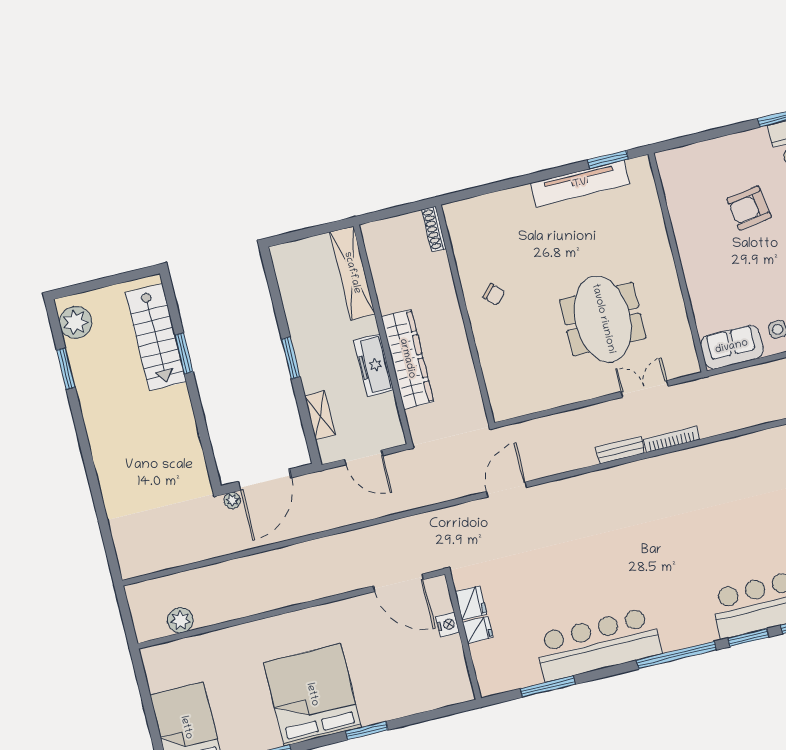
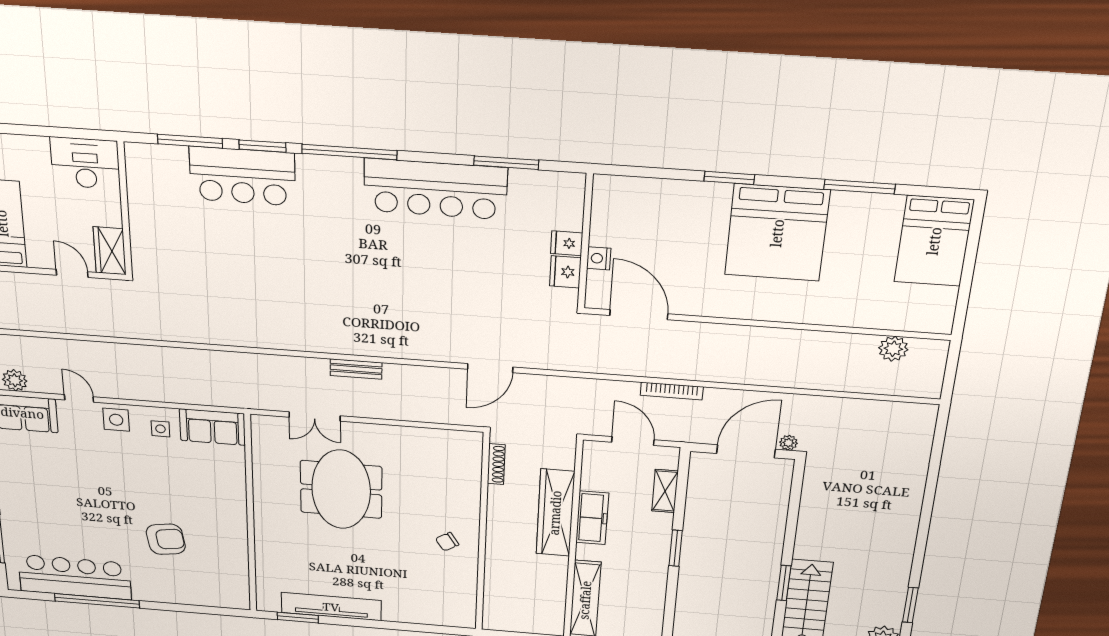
shoe rack: (434, 229) -> (496, 464), moved
chair: (494, 294) -> (447, 542), turned -76
bookcase: (671, 439) -> (672, 391), moved

